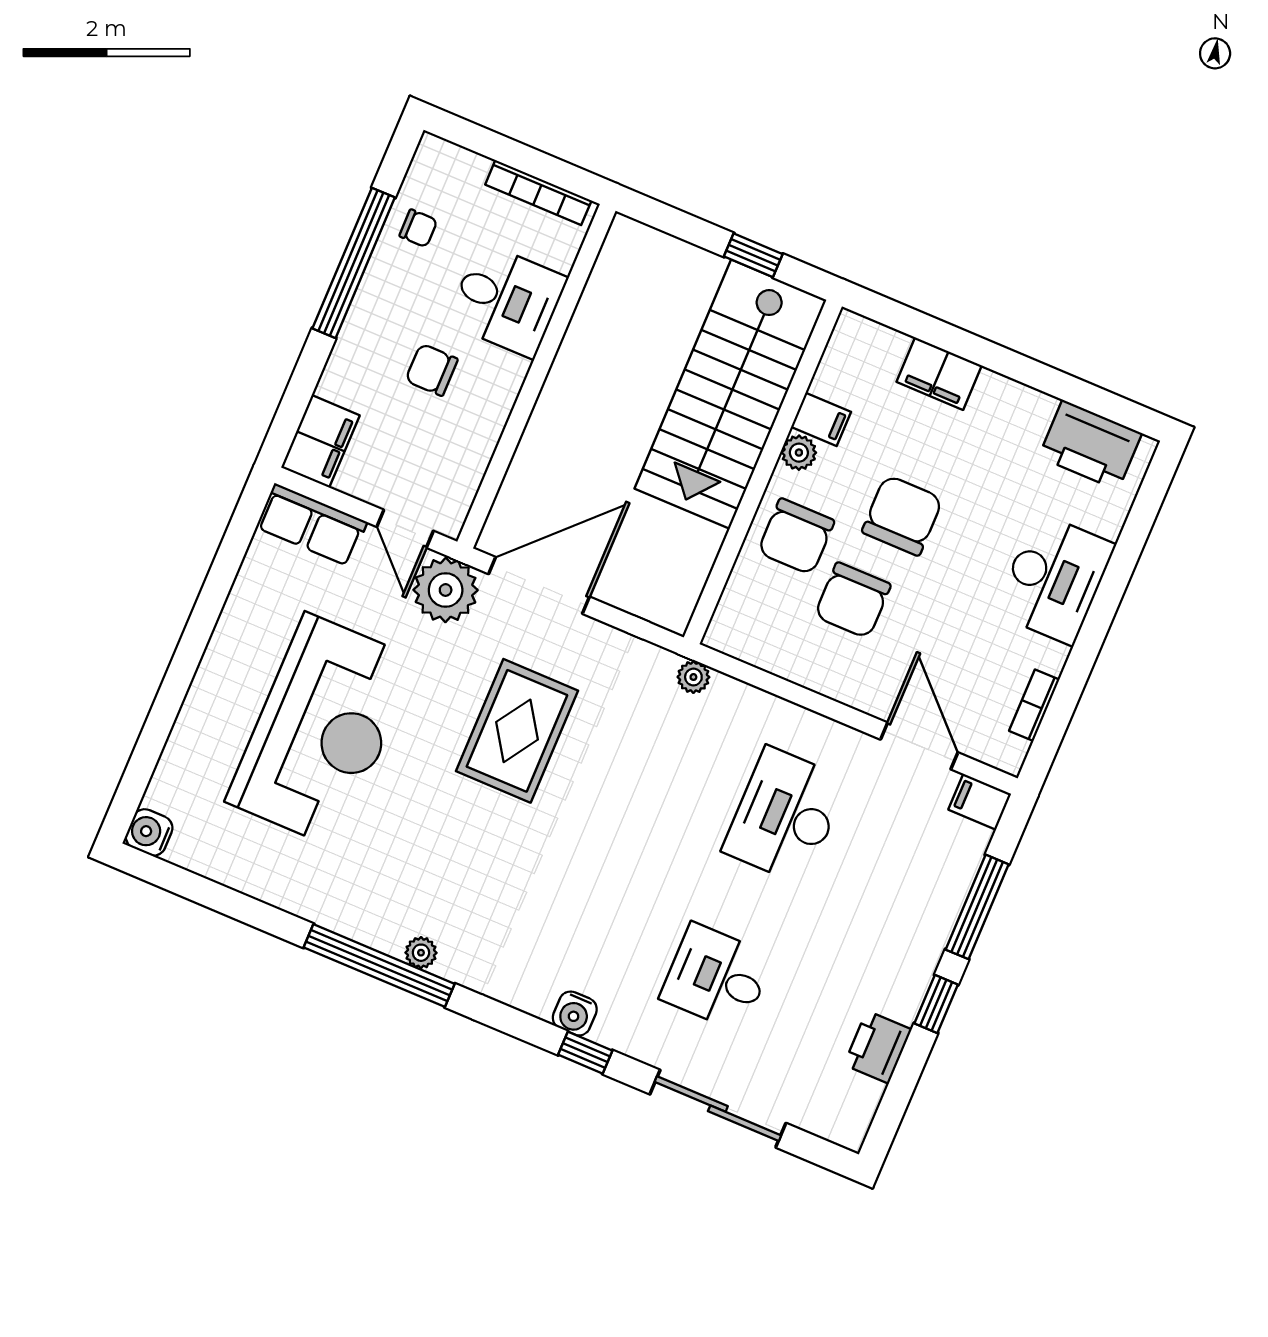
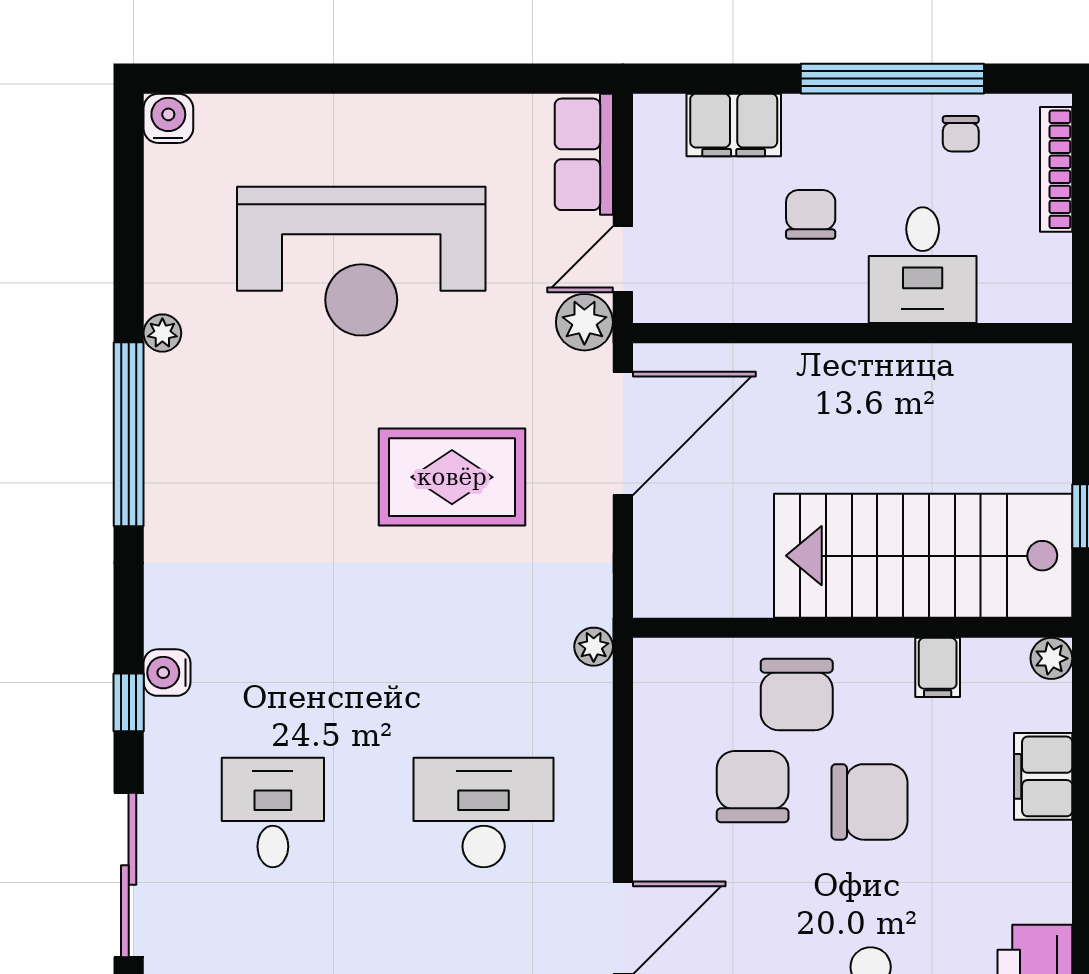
bookcase: (538, 193) -> (1056, 169), moved
filing cabinet: (320, 441) -> (734, 125), moved
plant: (799, 453) -> (1051, 658), moved
chair: (796, 536) -> (797, 694), turned -90
door: (539, 585) -> (623, 433), hinge flipped
plant: (446, 590) -> (584, 322), width x0.73, depth x0.73
chair: (853, 600) -> (753, 787), turned 90
plant: (421, 953) -> (162, 333), moved

